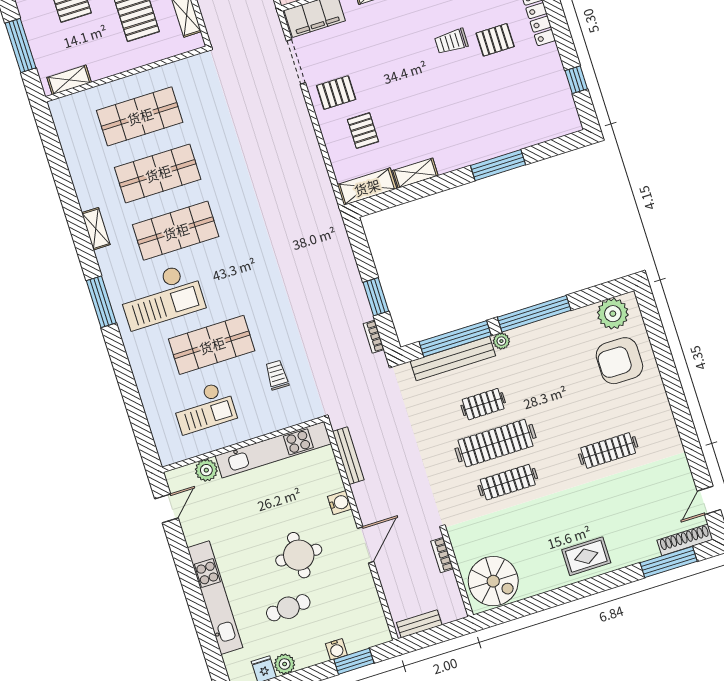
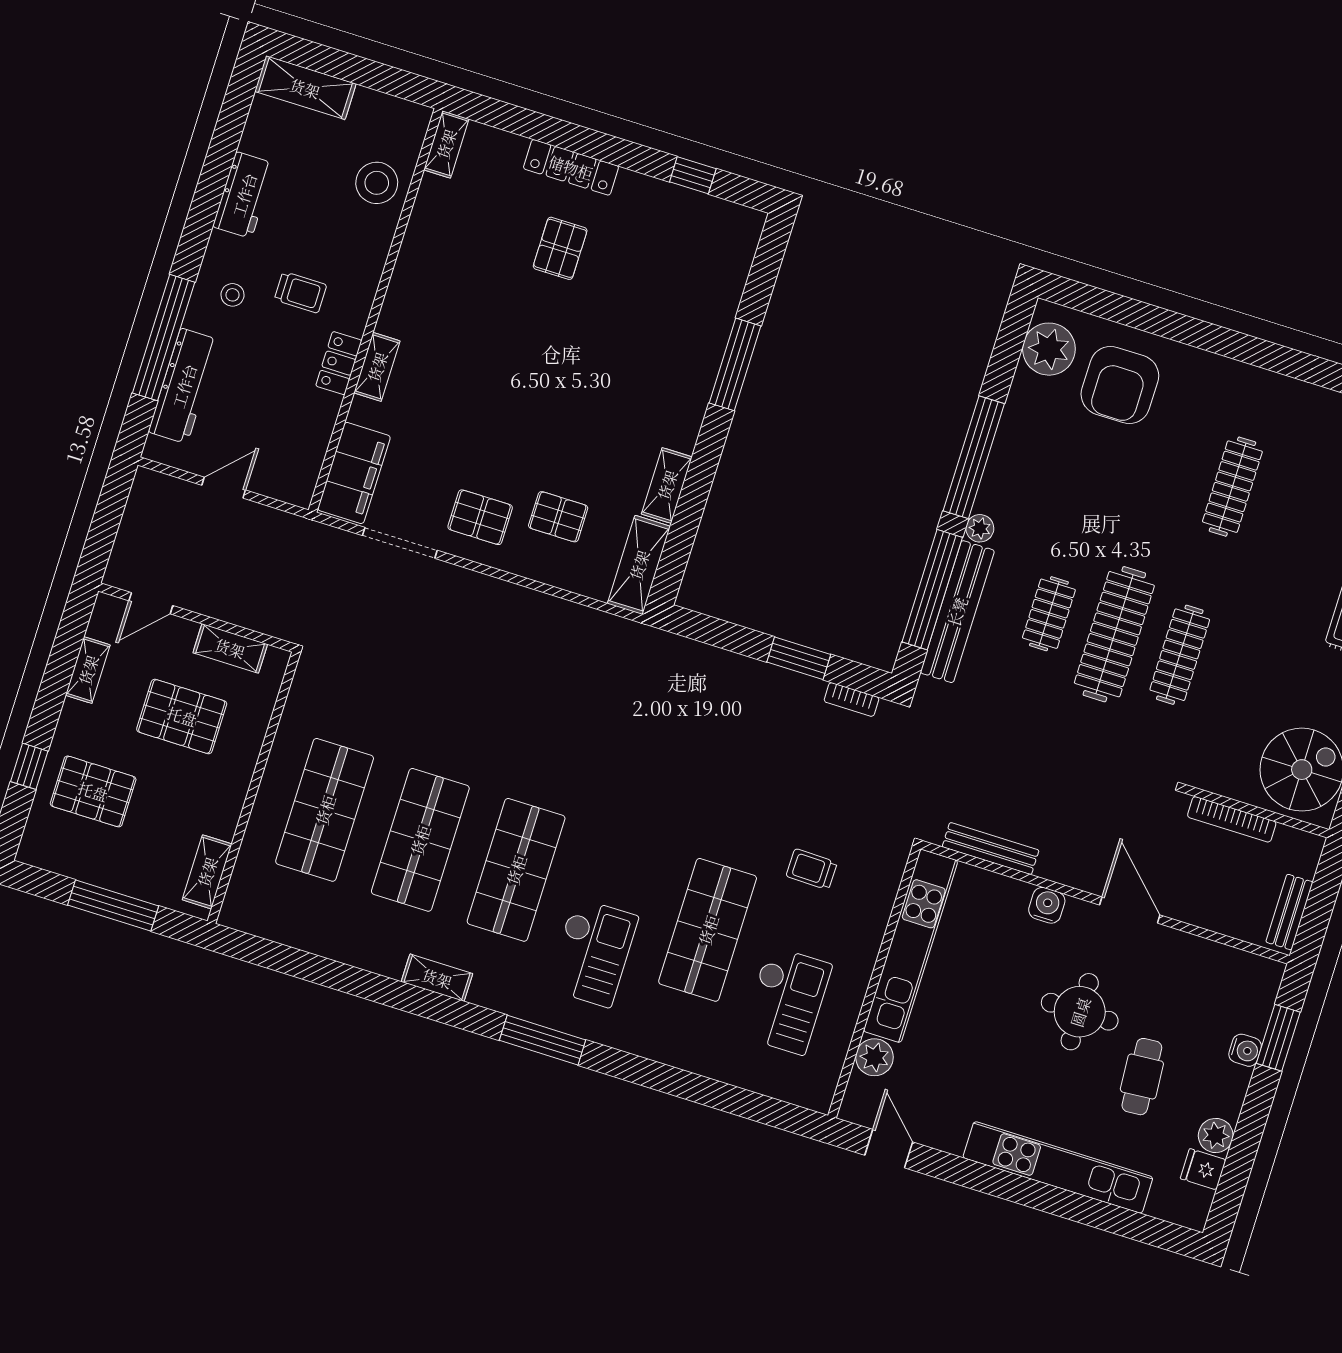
trolley: (451, 41) -> (520, 310), removed
pallet: (336, 93) -> (480, 517), turned 90
checkout: (161, 296) -> (592, 952), width x0.73, depth x0.83
bookcase: (442, 555) -> (1232, 819), width x1.56

